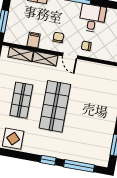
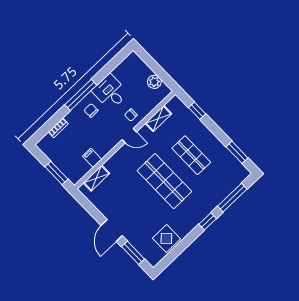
chair: (58, 37) -> (91, 110), moved
shelving: (45, 59) -> (158, 119), moved
shop shelf: (21, 100) -> (191, 155), moved

